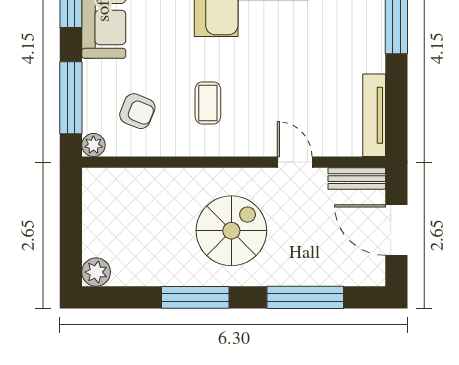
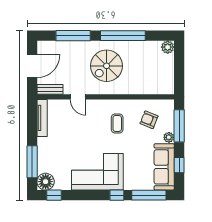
plant: (93, 145) -> (169, 137), moved
door: (396, 230) -> (32, 66), hinge flipped
window: (195, 297) -> (123, 36), width x1.46

